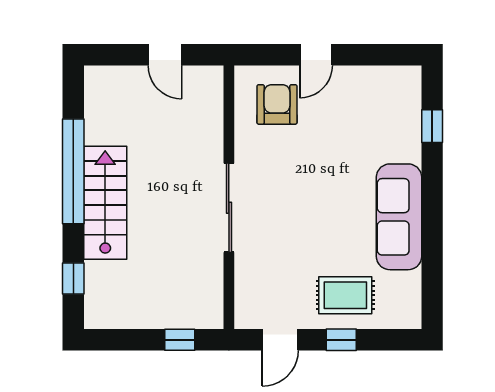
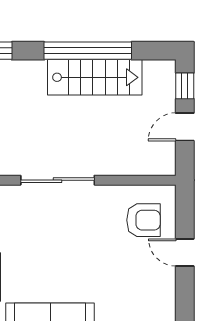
window: (115, 55) -> (185, 86), added
stairs: (105, 203) -> (95, 77), moved

